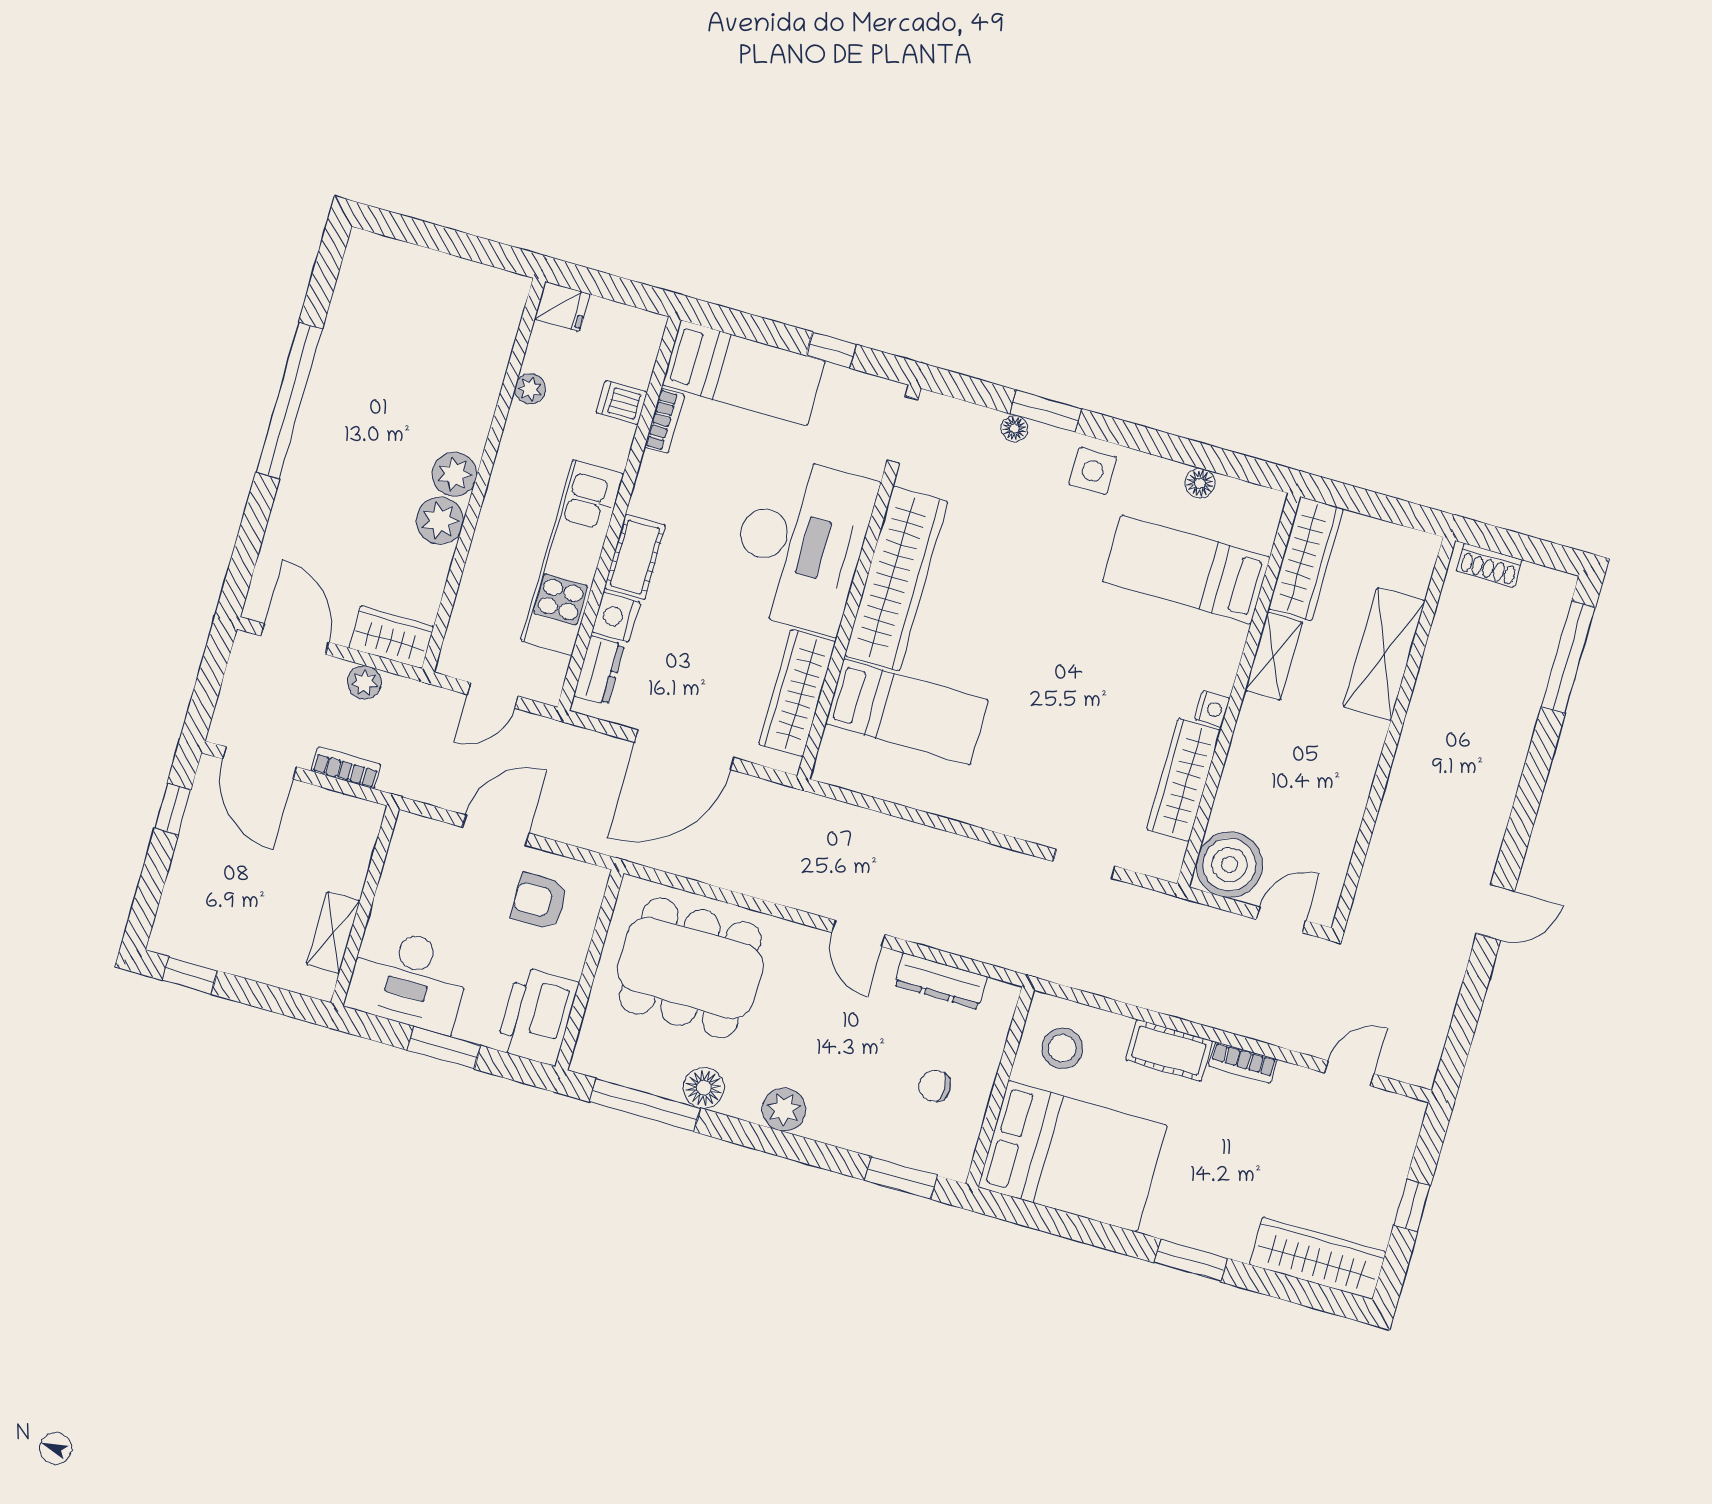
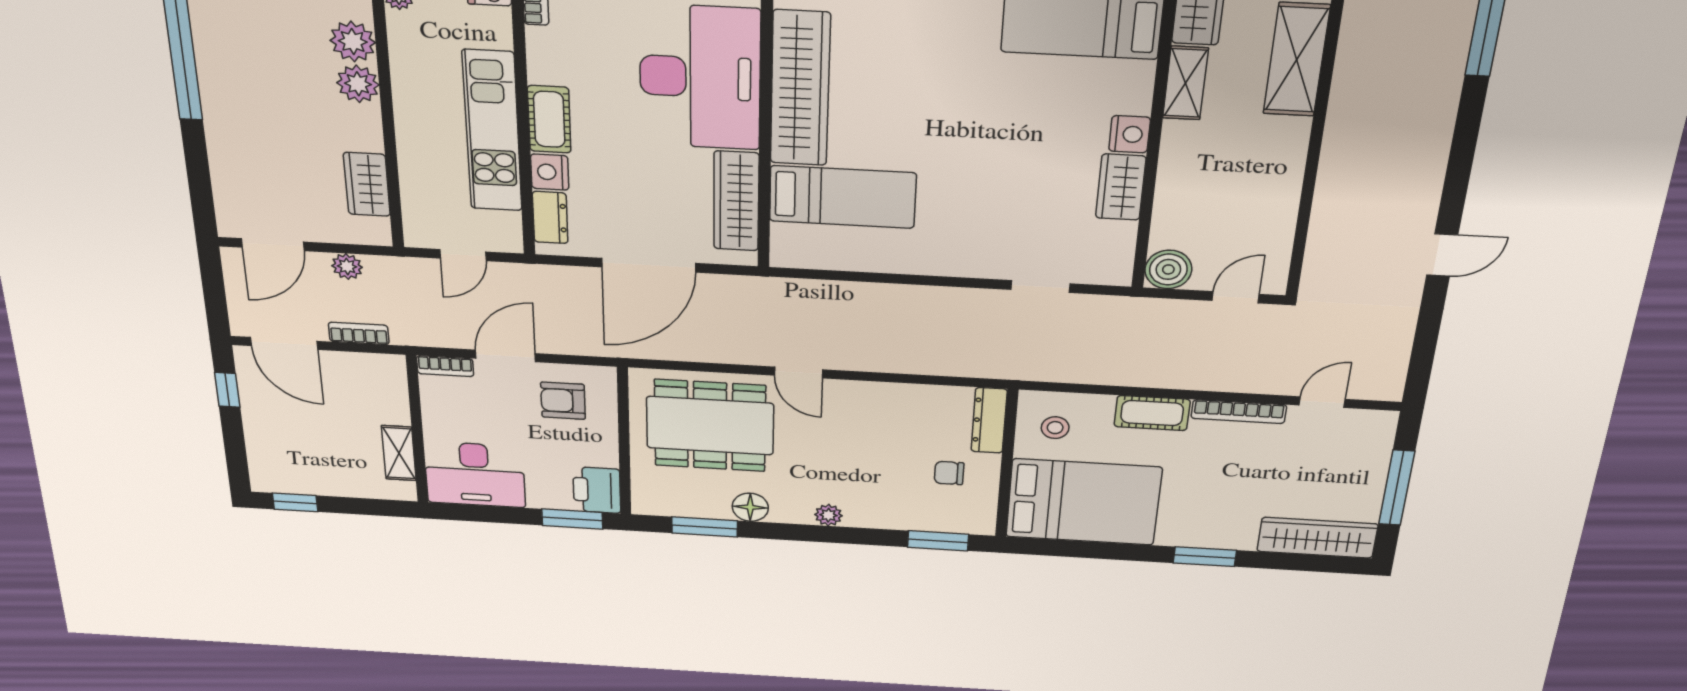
plant: (440, 521) -> (353, 41), moved
wardrobe: (391, 637) -> (367, 184), moved, turned -90
door: (295, 639) -> (273, 245), swing flipped
nightstand: (1212, 709) -> (1130, 134), width x1.39, depth x1.35
wardrobe: (1183, 780) -> (1121, 187), width x0.67
bookcase: (425, 829) -> (445, 366), added
boiler: (1229, 865) -> (1168, 269), width x0.73, depth x0.73
door: (858, 933) -> (799, 372), moved
dresser: (941, 981) -> (989, 420), moved, turned 90
printer: (537, 1016) -> (597, 490), width x0.73, depth x0.84
window: (444, 1048) -> (572, 519), moved
stool: (1062, 1048) -> (1055, 428), width x0.73, depth x0.73
bookcase: (1243, 1063) -> (1239, 412), width x1.56
window: (645, 1105) -> (705, 527), width x0.69
plant: (784, 1110) -> (828, 515), width x0.73, depth x0.73
window: (1412, 1206) -> (1397, 488), width x2.17

